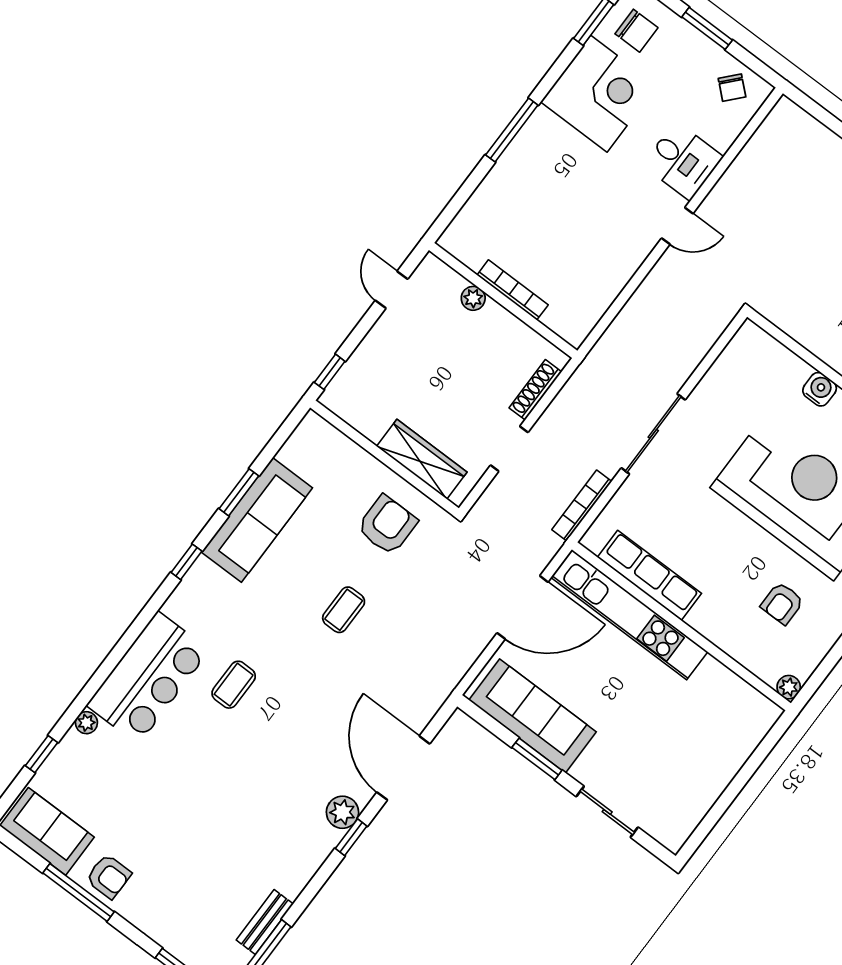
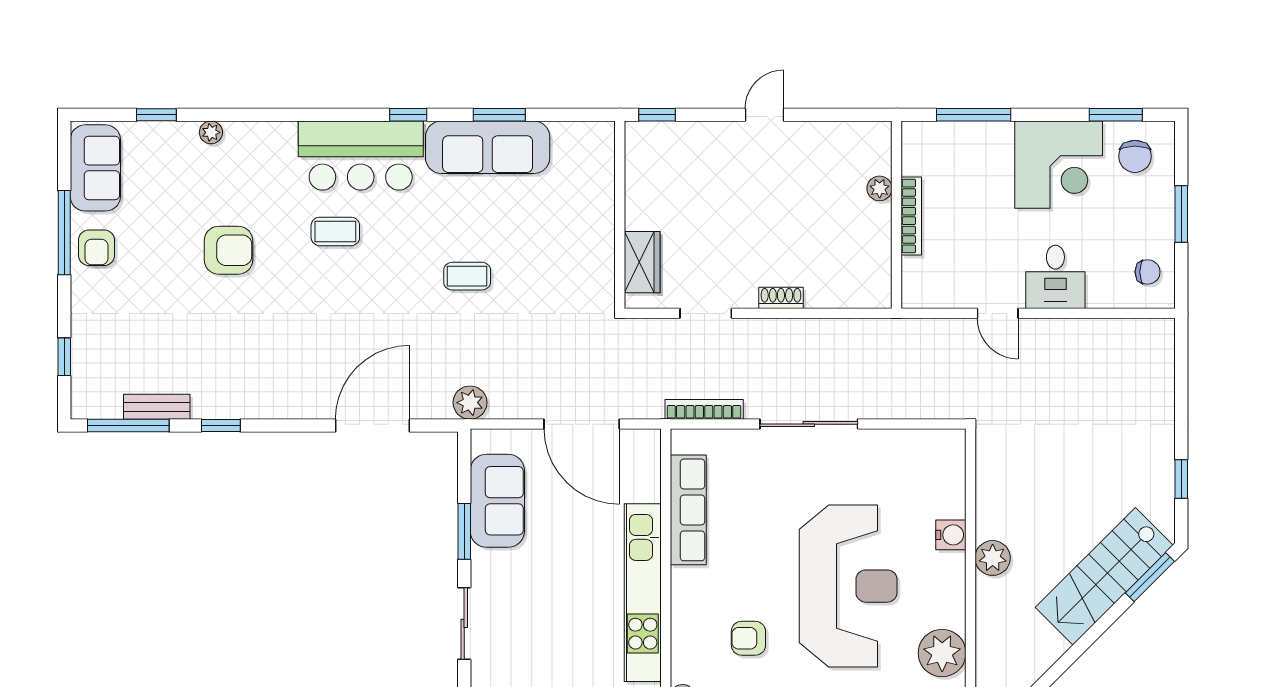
chair: (732, 88) -> (1148, 272), turned -132
bookcase: (513, 290) -> (911, 216), moved
plant: (473, 298) -> (880, 188), moved
wall: (503, 300) -> (897, 215), moved
shoe rack: (535, 390) -> (781, 298), width x0.70
wardrobe: (422, 459) -> (642, 262), width x0.67
armchair: (387, 525) -> (228, 250), moved
kitchen unit: (629, 615) -> (643, 593), moved
bar counter: (148, 678) -> (361, 156), moved
sofa: (533, 716) -> (497, 501), width x0.73
plant: (342, 812) -> (470, 403), moved
window: (351, 837) -> (221, 426), moved

